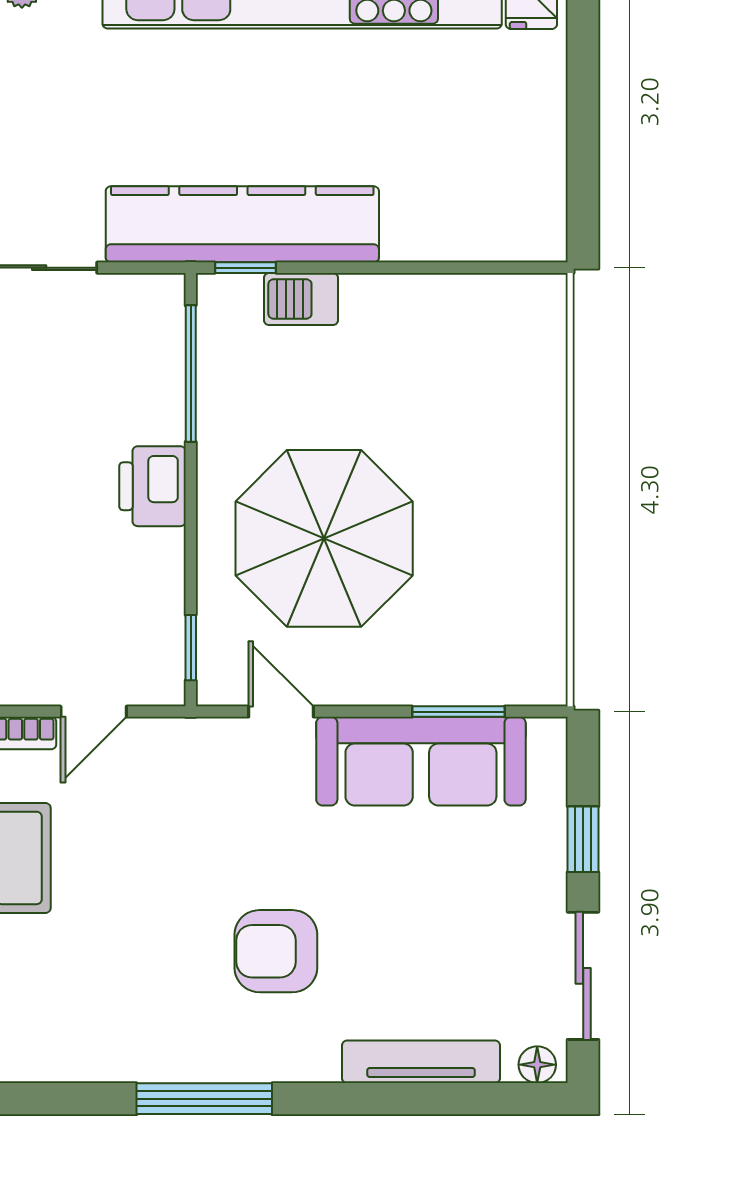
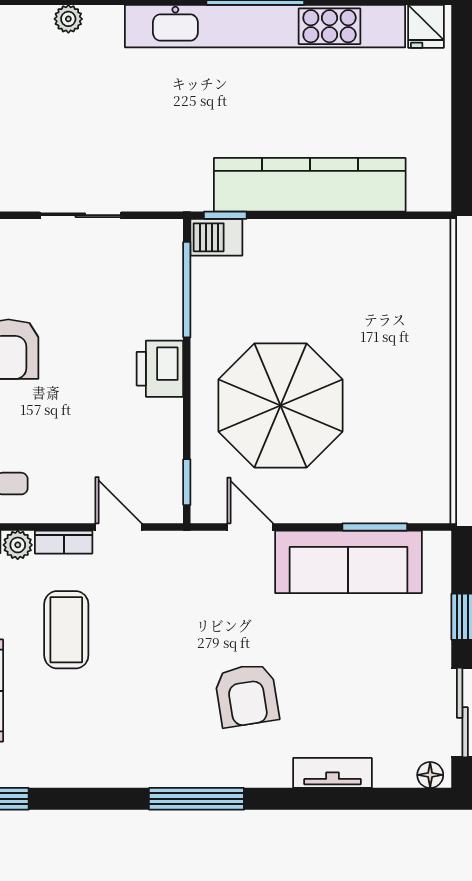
kitchen counter: (242, 224) -> (310, 185), moved
barbecue: (301, 299) -> (216, 237), moved
door: (94, 712) -> (119, 527), swing flipped
armchair: (276, 951) -> (247, 695), turned -99
tv unit: (421, 1062) -> (332, 773), width x0.71

